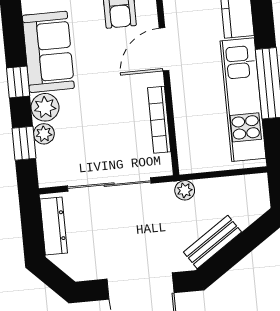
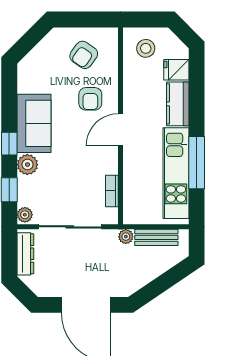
bookcase: (159, 120) -> (112, 191), width x0.64
plant: (44, 134) -> (25, 215), moved
bench: (212, 242) -> (156, 237), moved, turned 34

